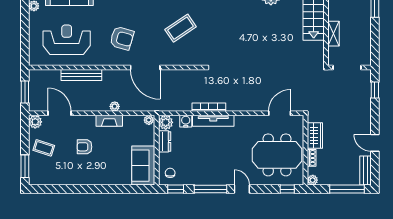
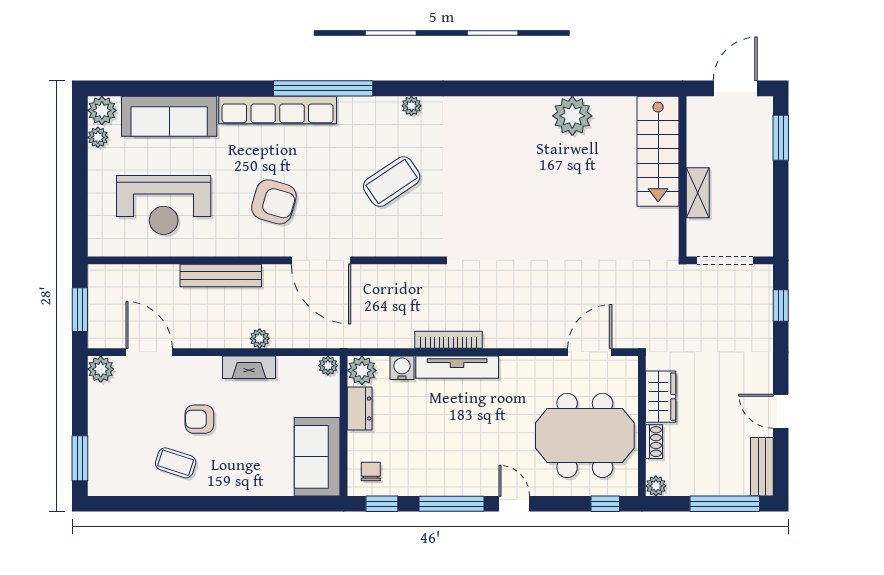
reception desk: (67, 40) -> (164, 205), turned 180
bench: (81, 75) -> (221, 276), moved
coffee table: (44, 148) -> (176, 463), moved

